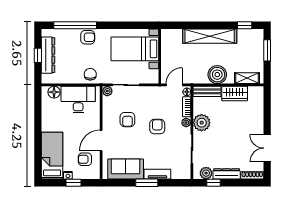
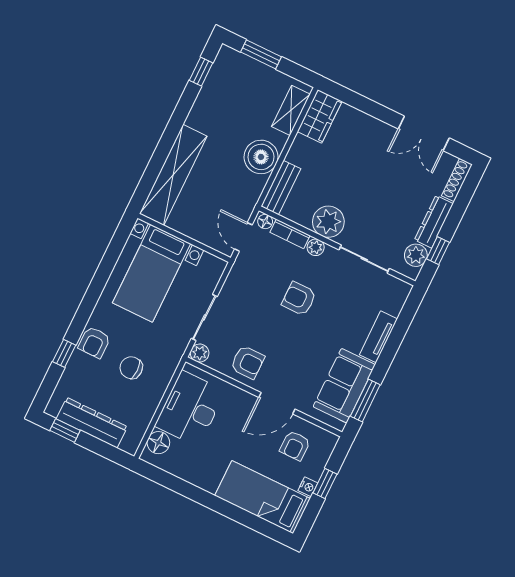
window: (75, 25) -> (64, 353), width x0.32
shelving: (210, 36) -> (173, 175), moved
armchair: (88, 37) -> (94, 342), turned 180
window: (38, 55) -> (65, 430), moved
chair: (90, 74) -> (131, 368), moved
wardrobe: (235, 93) -> (320, 116), moved
armchair: (127, 120) -> (247, 362), moved
door: (101, 140) -> (277, 403), hinge flipped
window: (147, 183) -> (365, 400), moved

